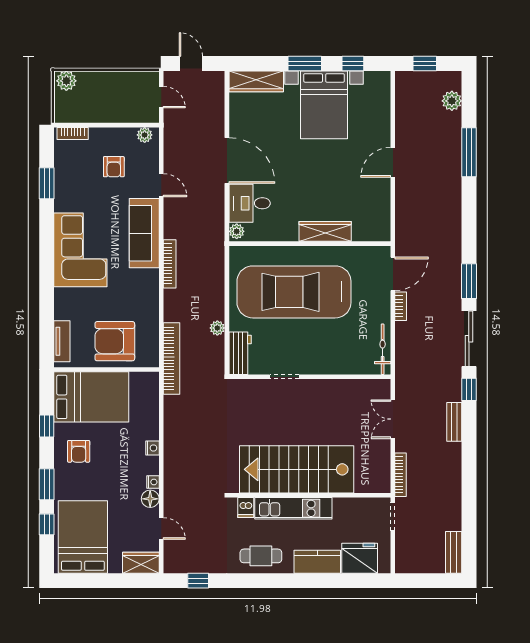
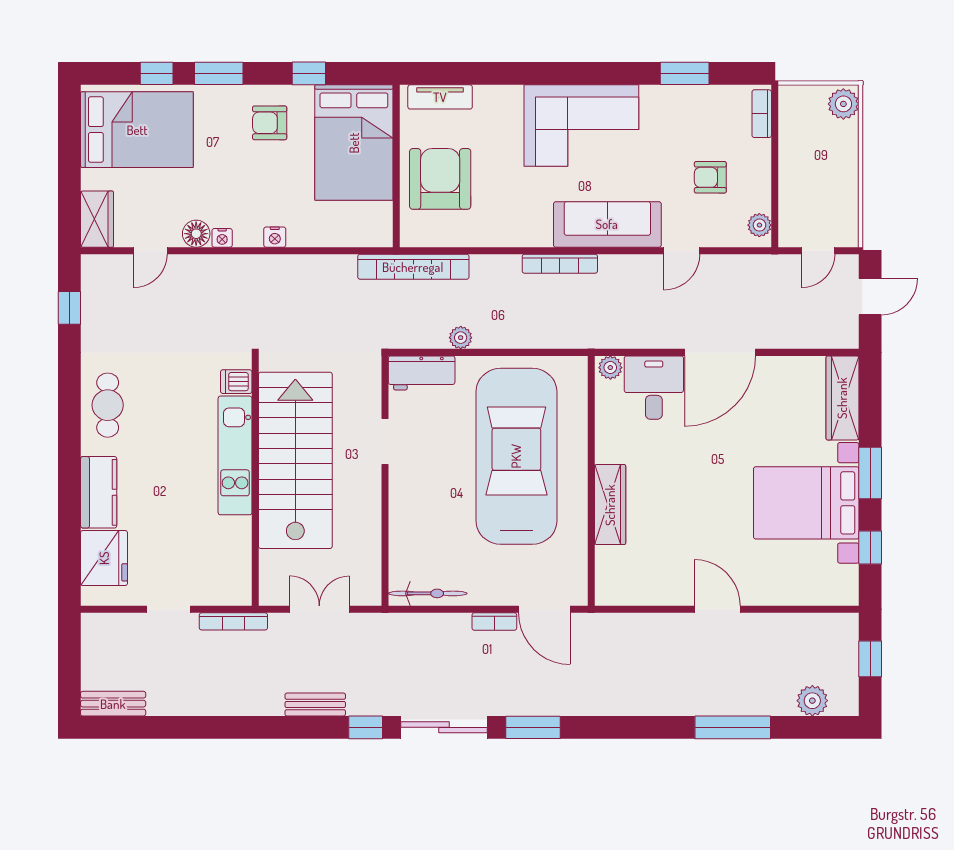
stairs: (297, 469) -> (295, 460), moved
wall: (310, 495) -> (255, 481), moved
dishwasher: (246, 508) -> (236, 382), moved
kitchen unit: (293, 508) -> (235, 455), moved

